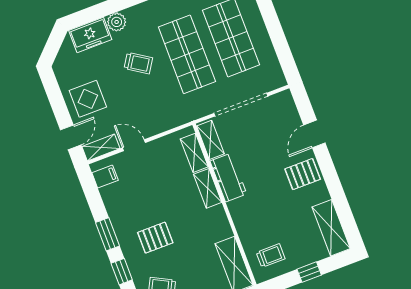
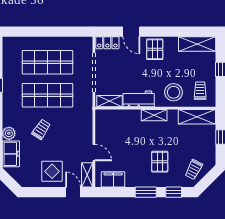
locker: (287, 107) -> (107, 43), added
door: (134, 145) -> (94, 153), swing flipped
shelving: (194, 153) -> (114, 115), removed
filing cabinet: (105, 177) -> (113, 179), width x2.00
shelving: (208, 188) -> (154, 115), moved
stool: (255, 221) -> (174, 92), added

